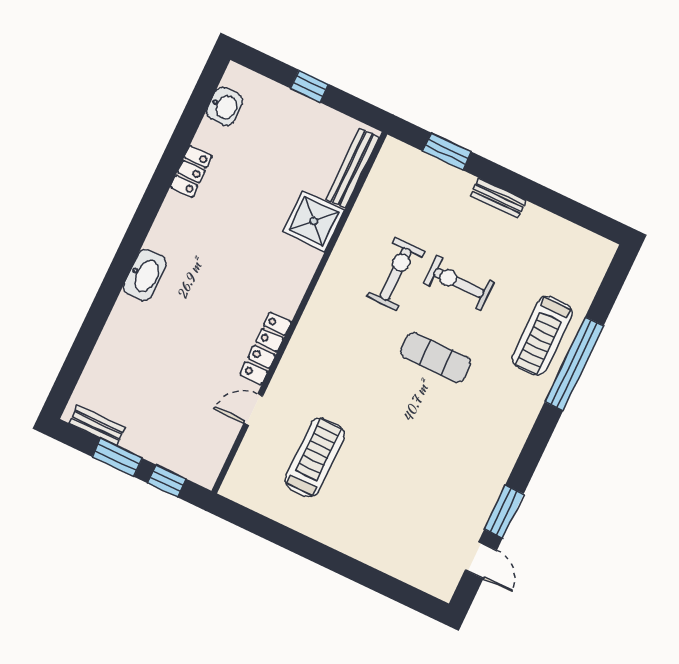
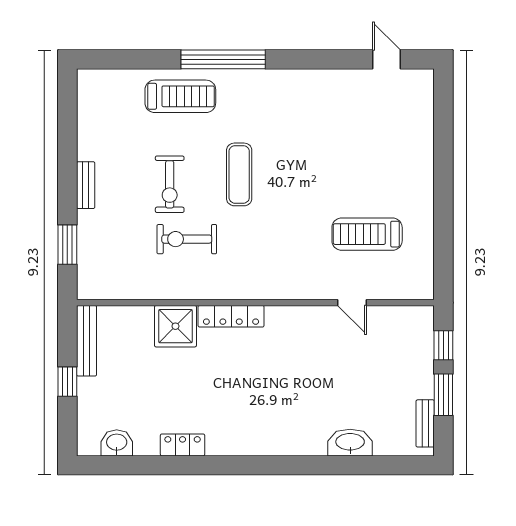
bench: (352, 168) -> (87, 341), moved, turned 90
washbasin: (145, 275) -> (350, 443), moved
locker: (266, 348) -> (231, 316), moved
window: (574, 364) -> (223, 59), moved
window: (504, 512) -> (338, 59), removed
door: (481, 560) -> (387, 59), hinge flipped

